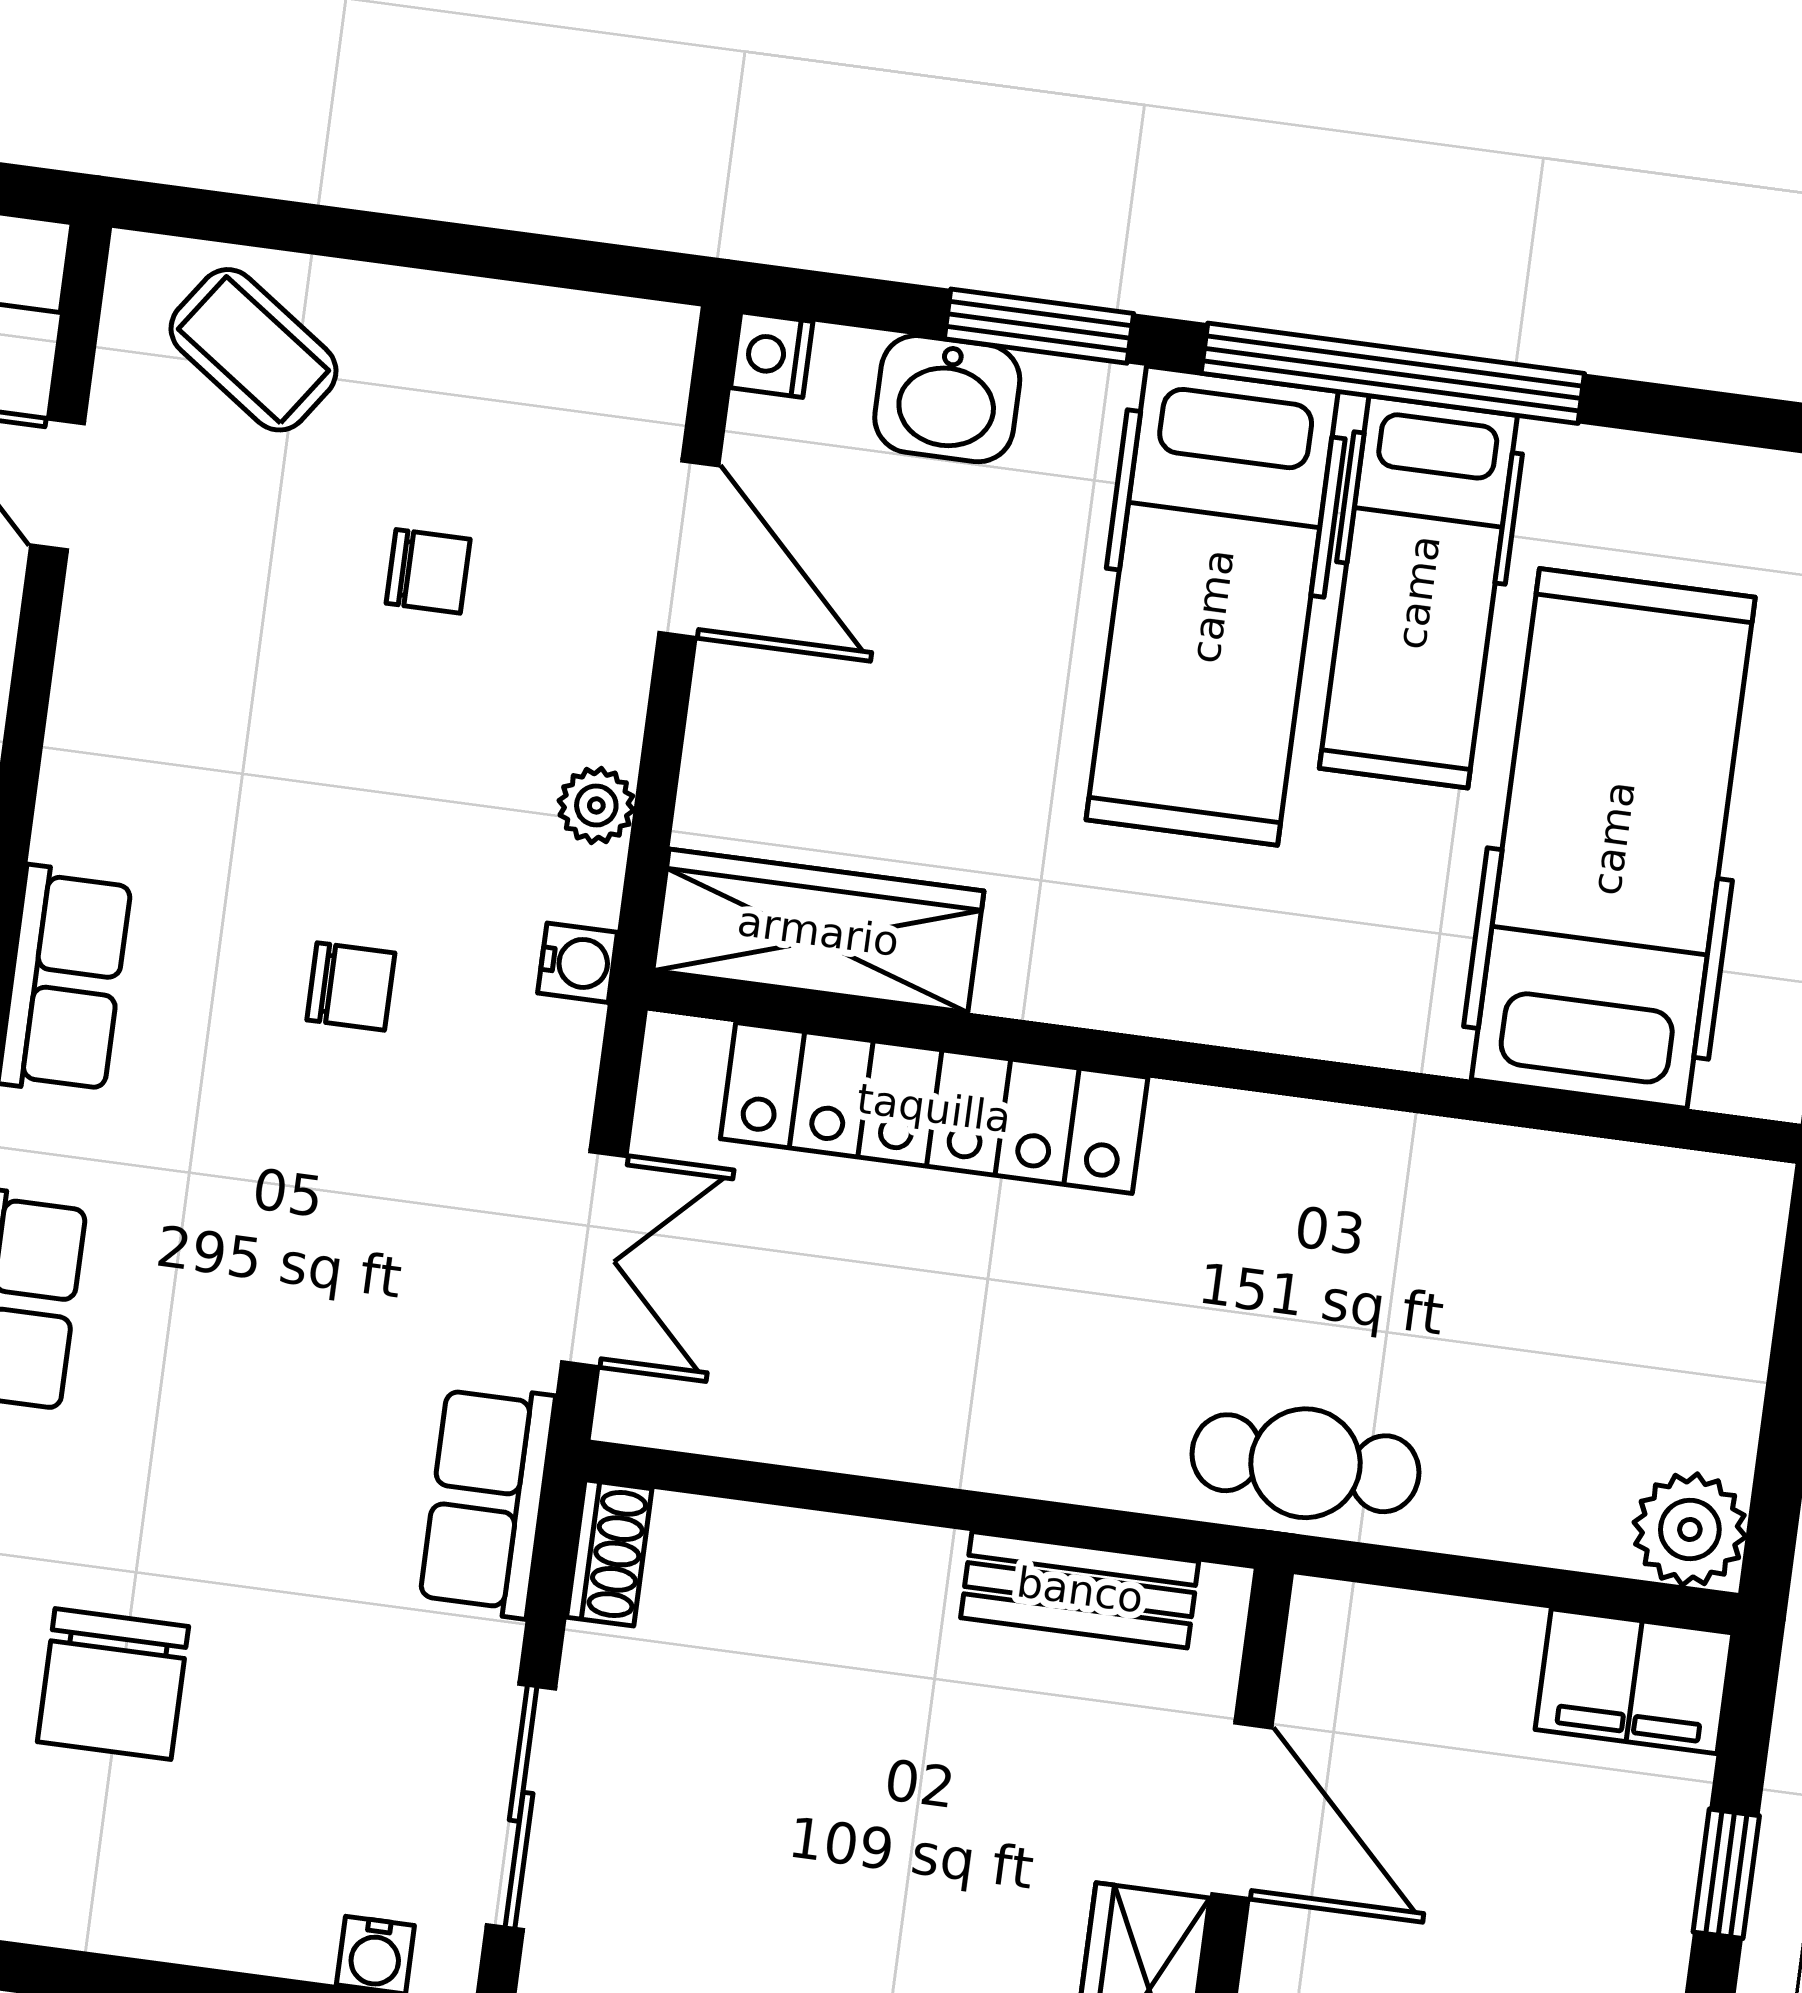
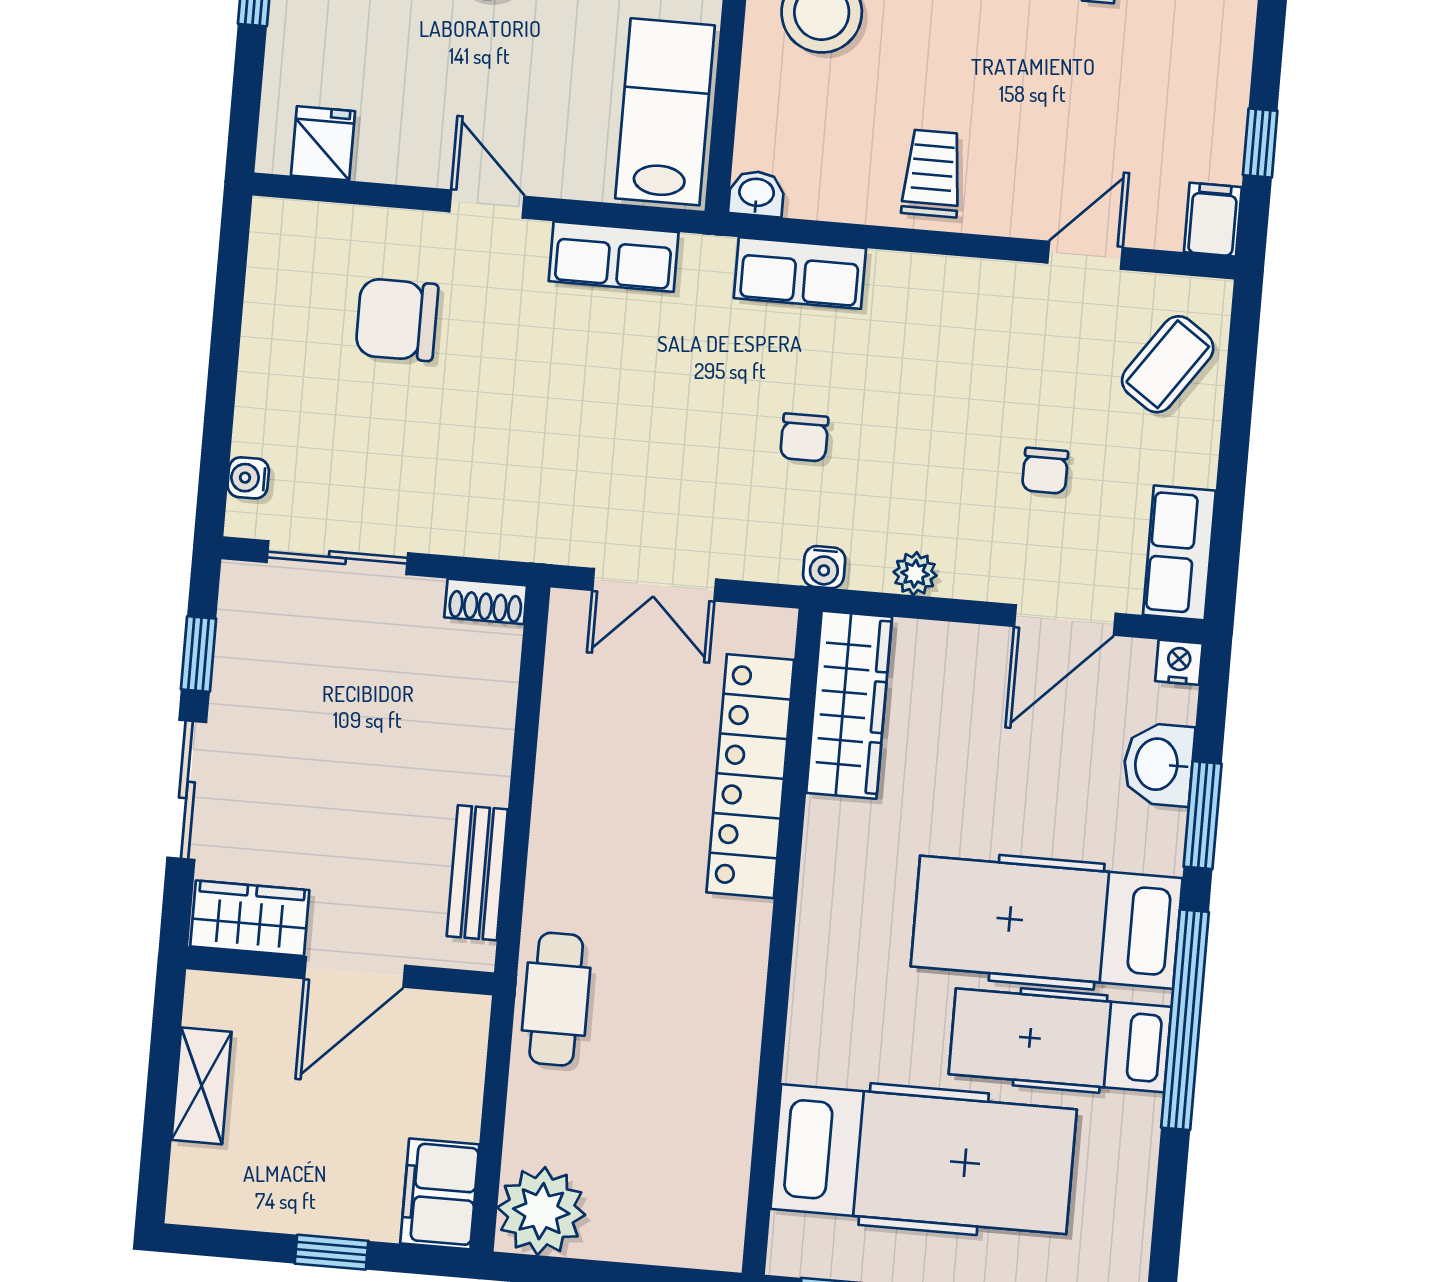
row of seats: (487, 1501) -> (1179, 553), moved, turned -90
plant: (1690, 1530) -> (541, 1211), width x1.36, depth x1.36

